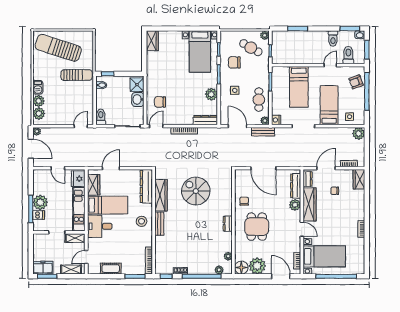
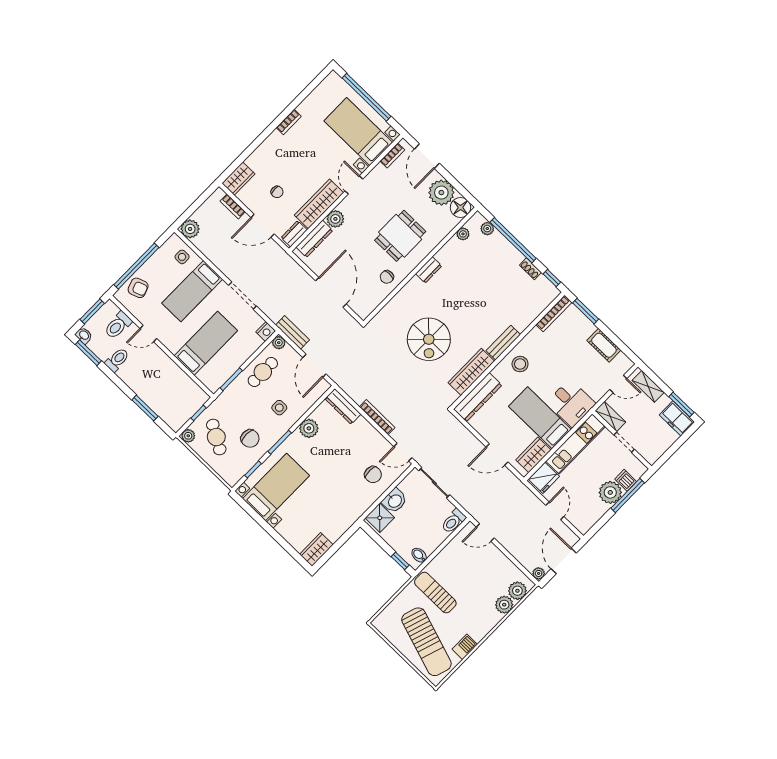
barbecue: (38, 87) -> (465, 647), moved

